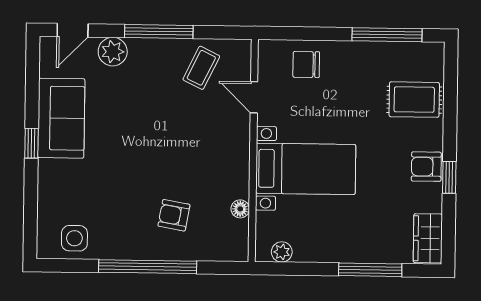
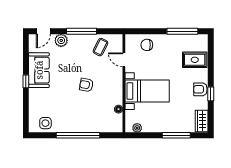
armchair: (174, 215) -> (86, 85), moved

